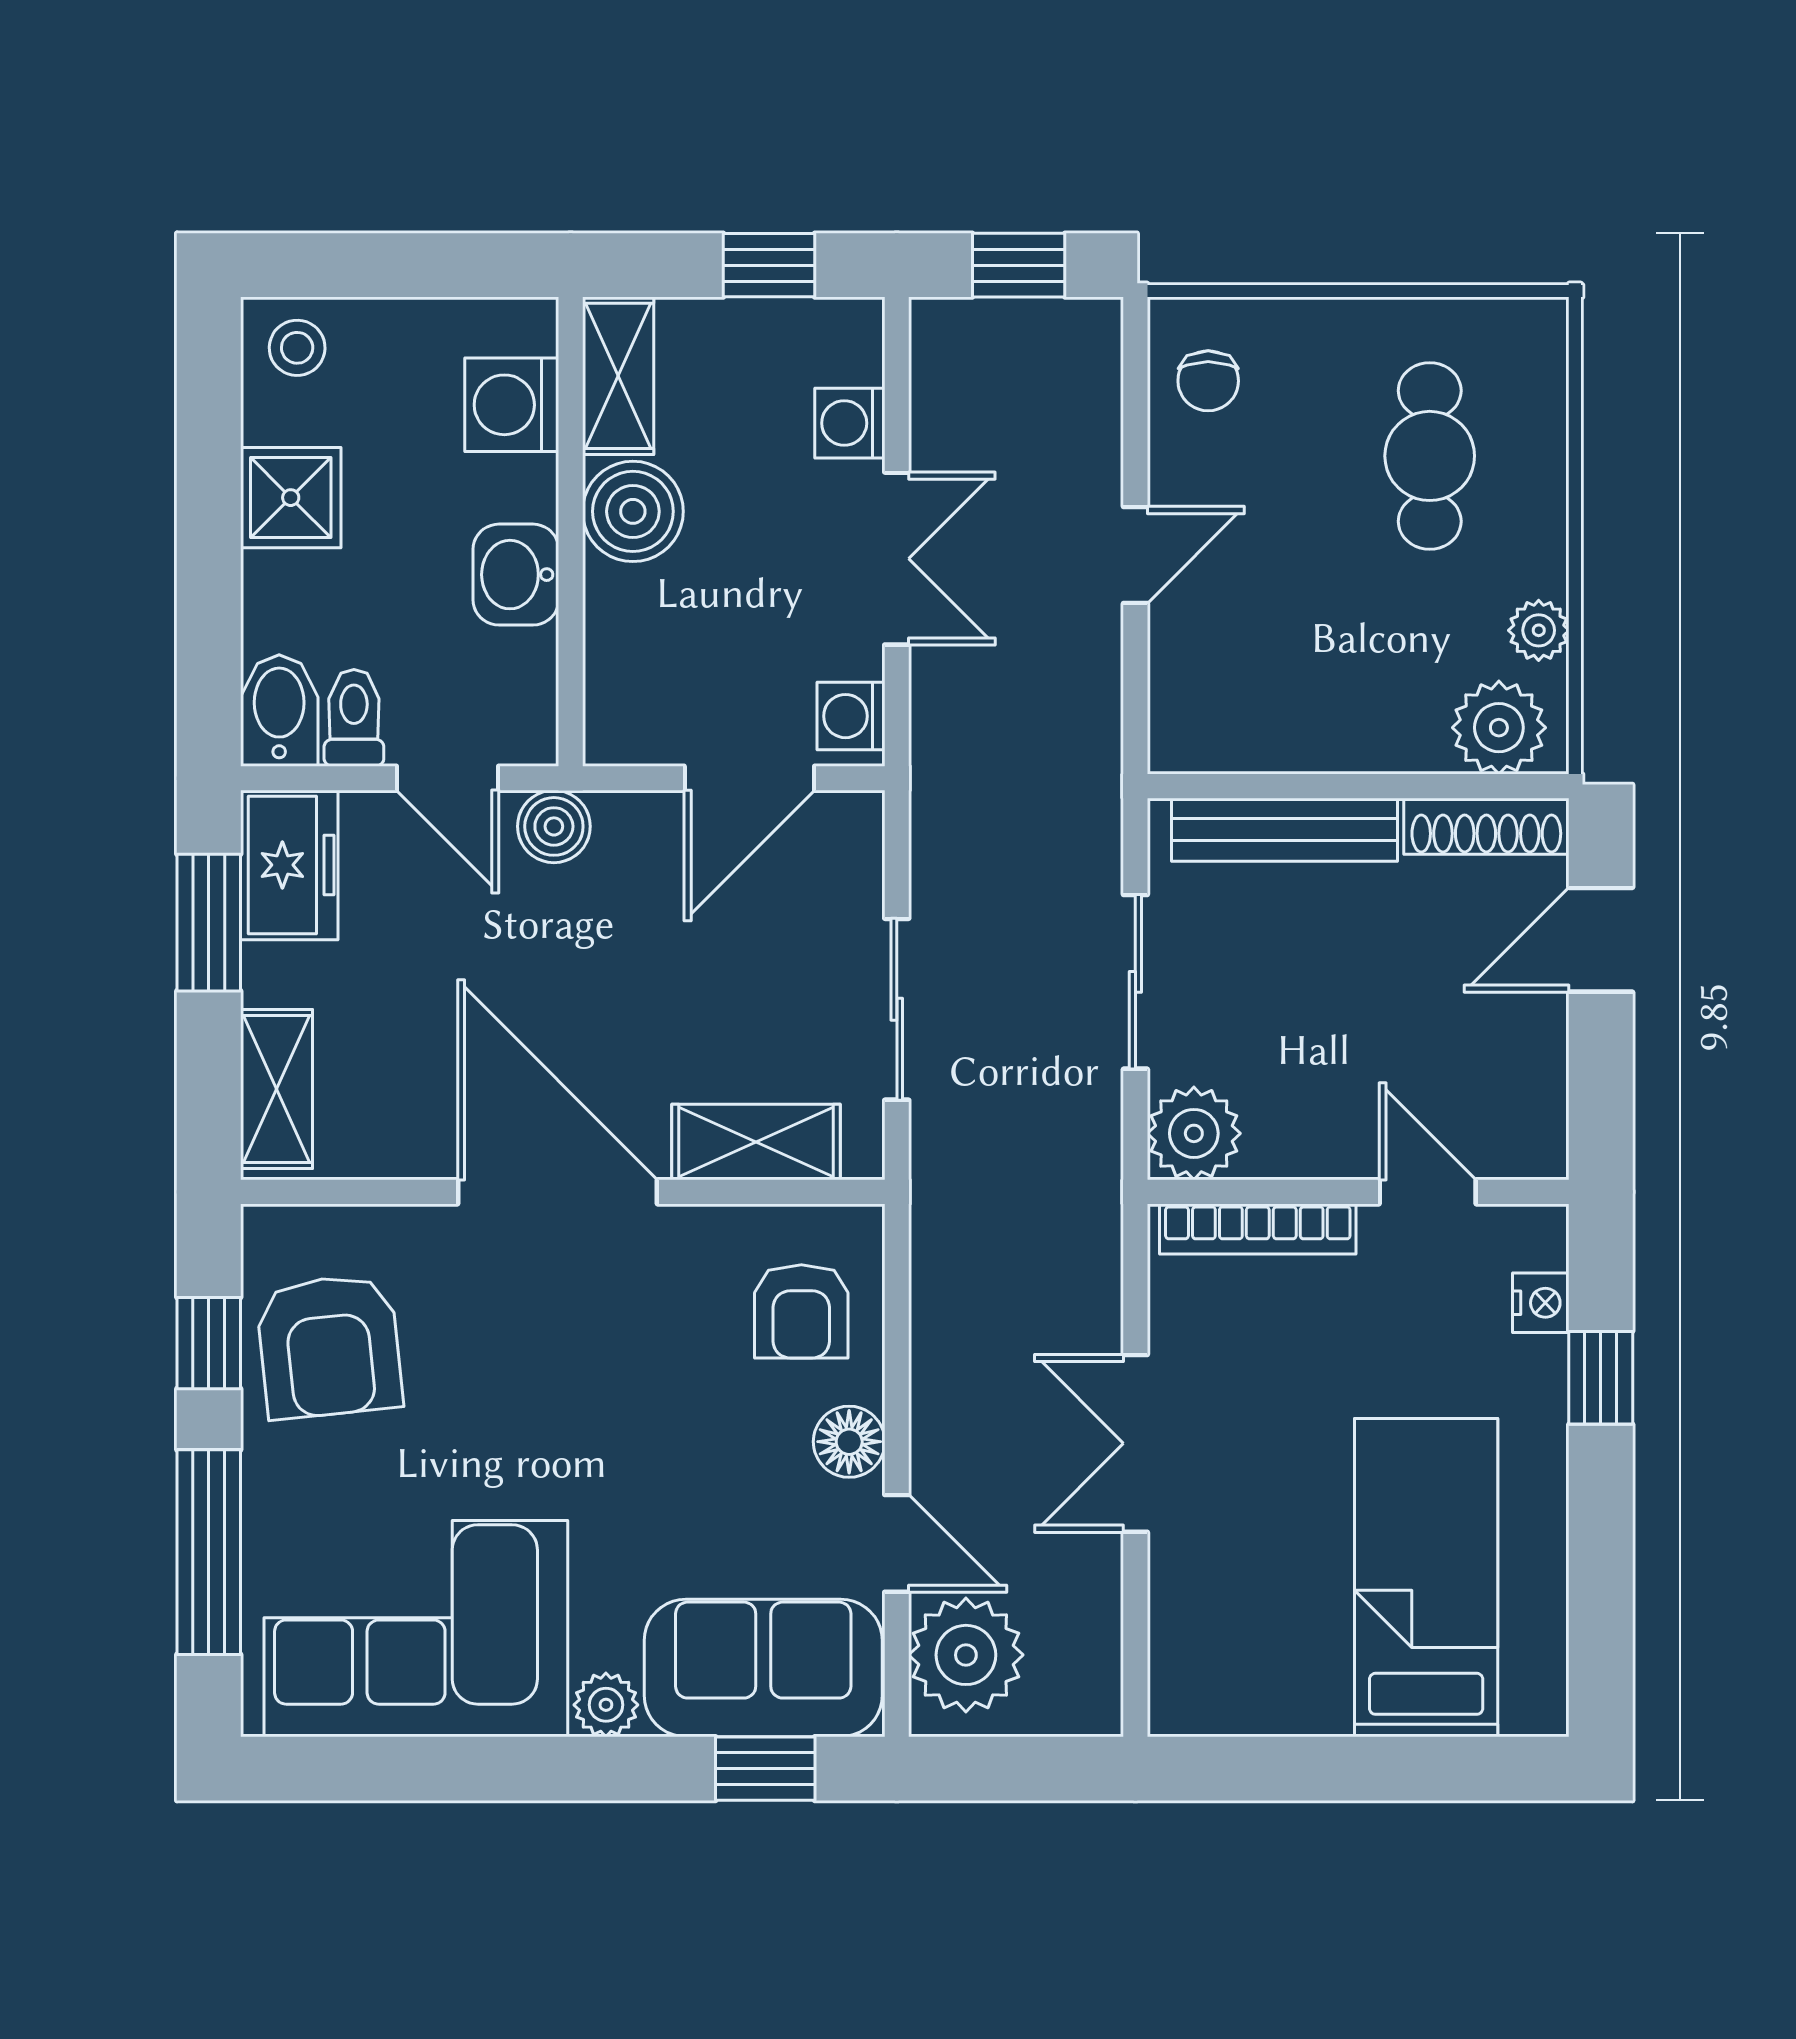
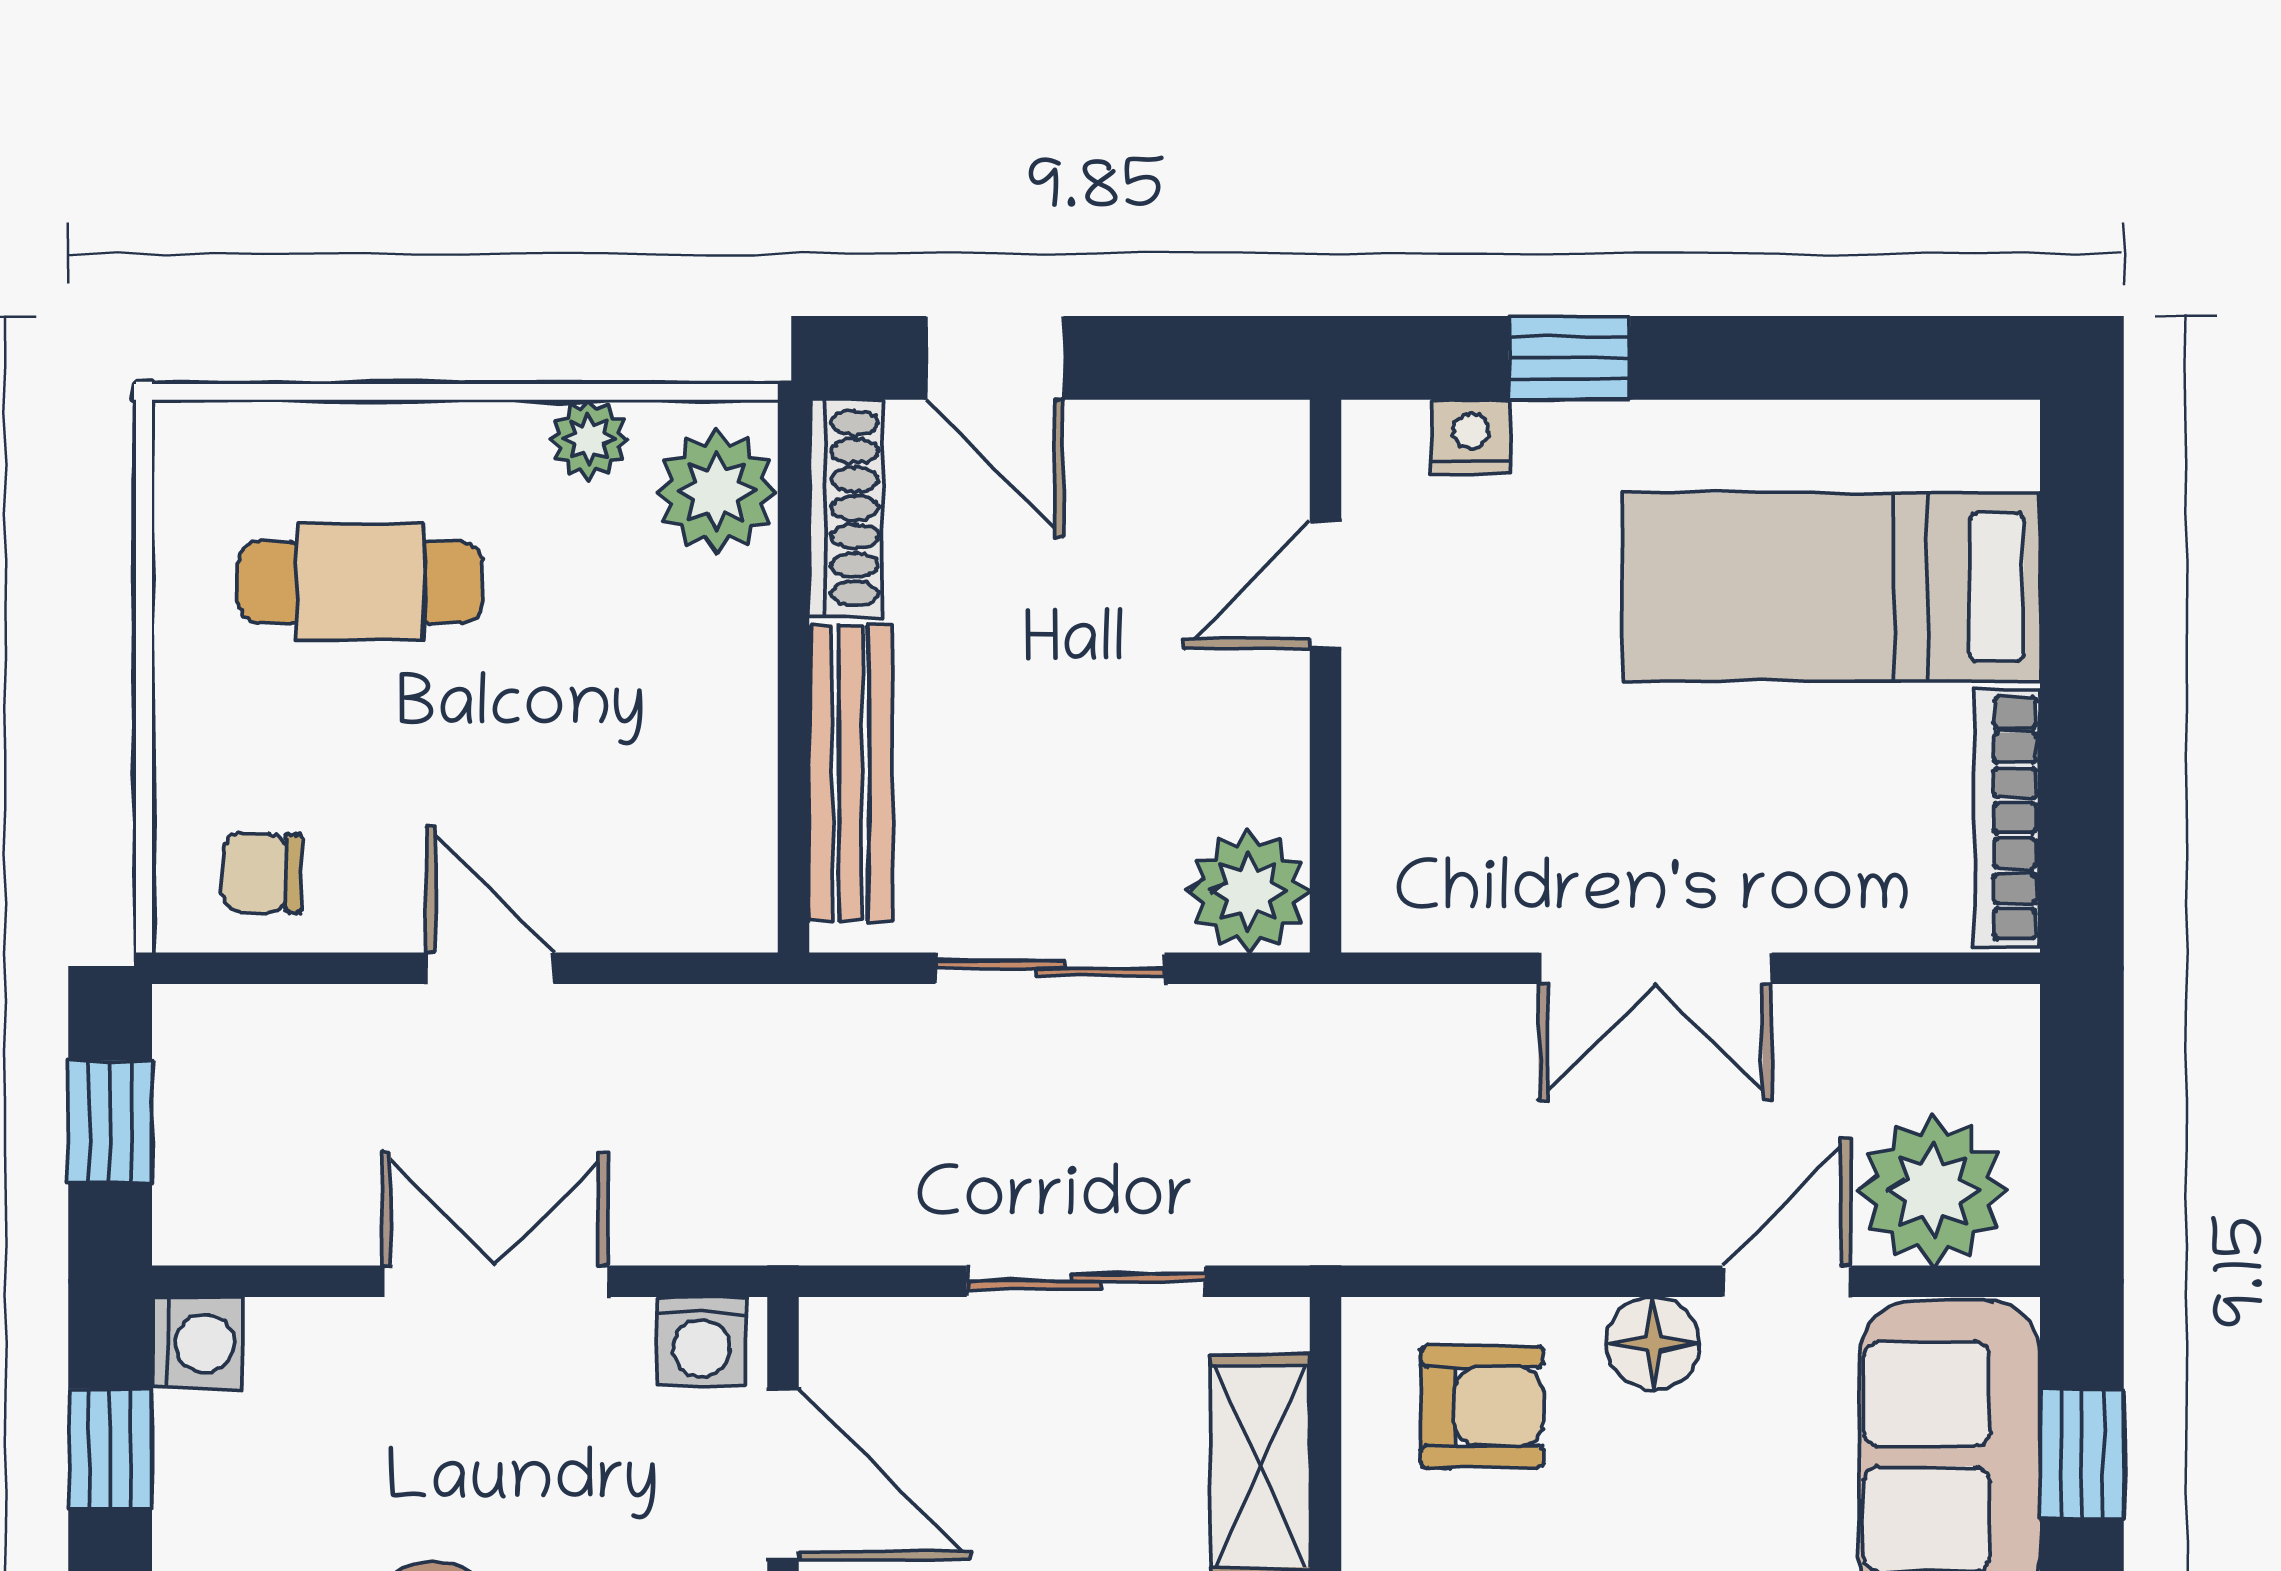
chair: (1208, 381) -> (262, 873), turned 180
washing machine: (850, 423) -> (198, 1343), moved, turned -90
bookcase: (1258, 1229) -> (2007, 818), moved, turned 180

